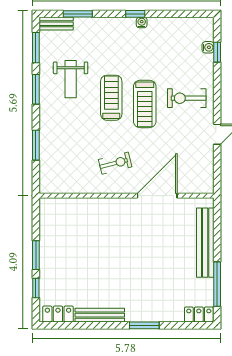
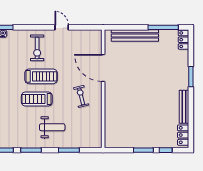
weight bench: (71, 79) -> (52, 127), moved

